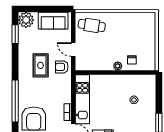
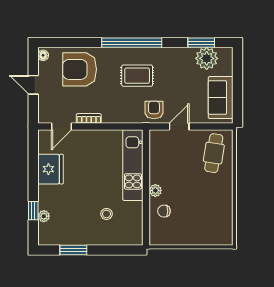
plant: (26, 20) -> (207, 58), moved
rug: (41, 65) -> (137, 76), moved
kitchen unit: (82, 99) -> (133, 165), moved, turned 90
window: (15, 101) -> (132, 43), moved

